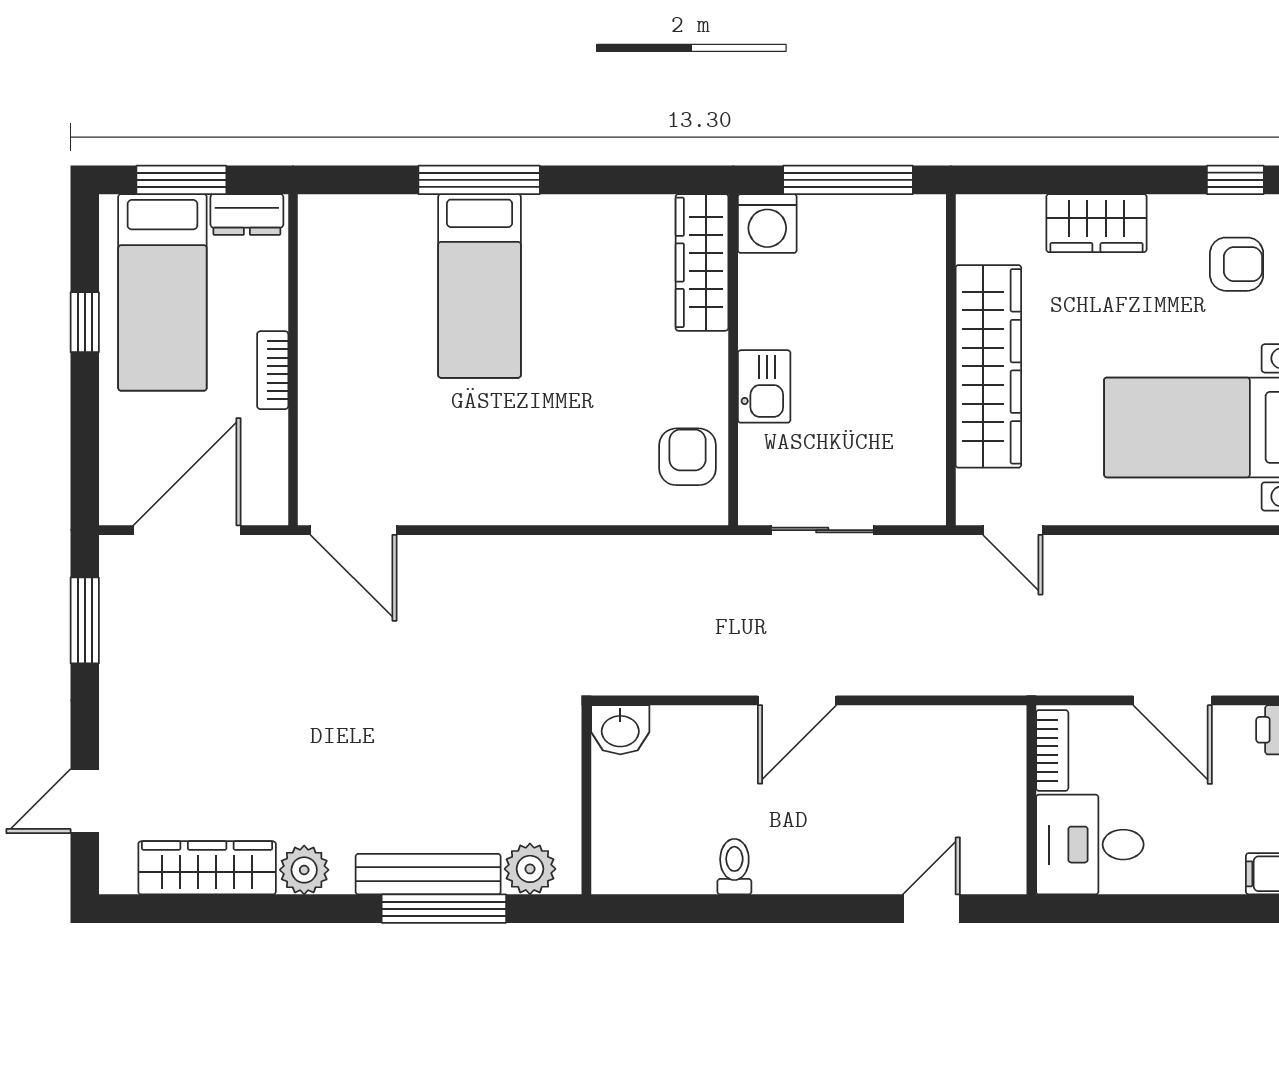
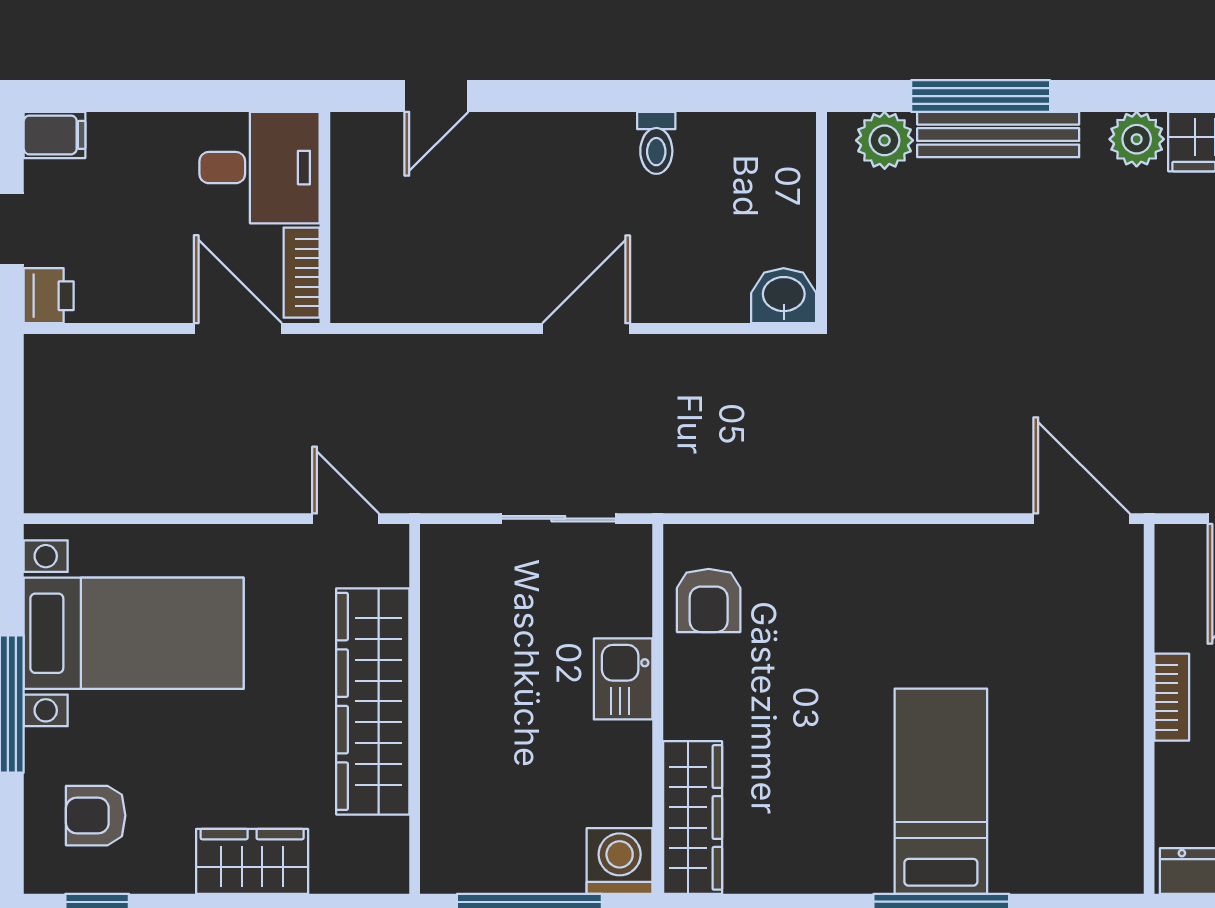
door: (1173, 700) -> (238, 328), moved

